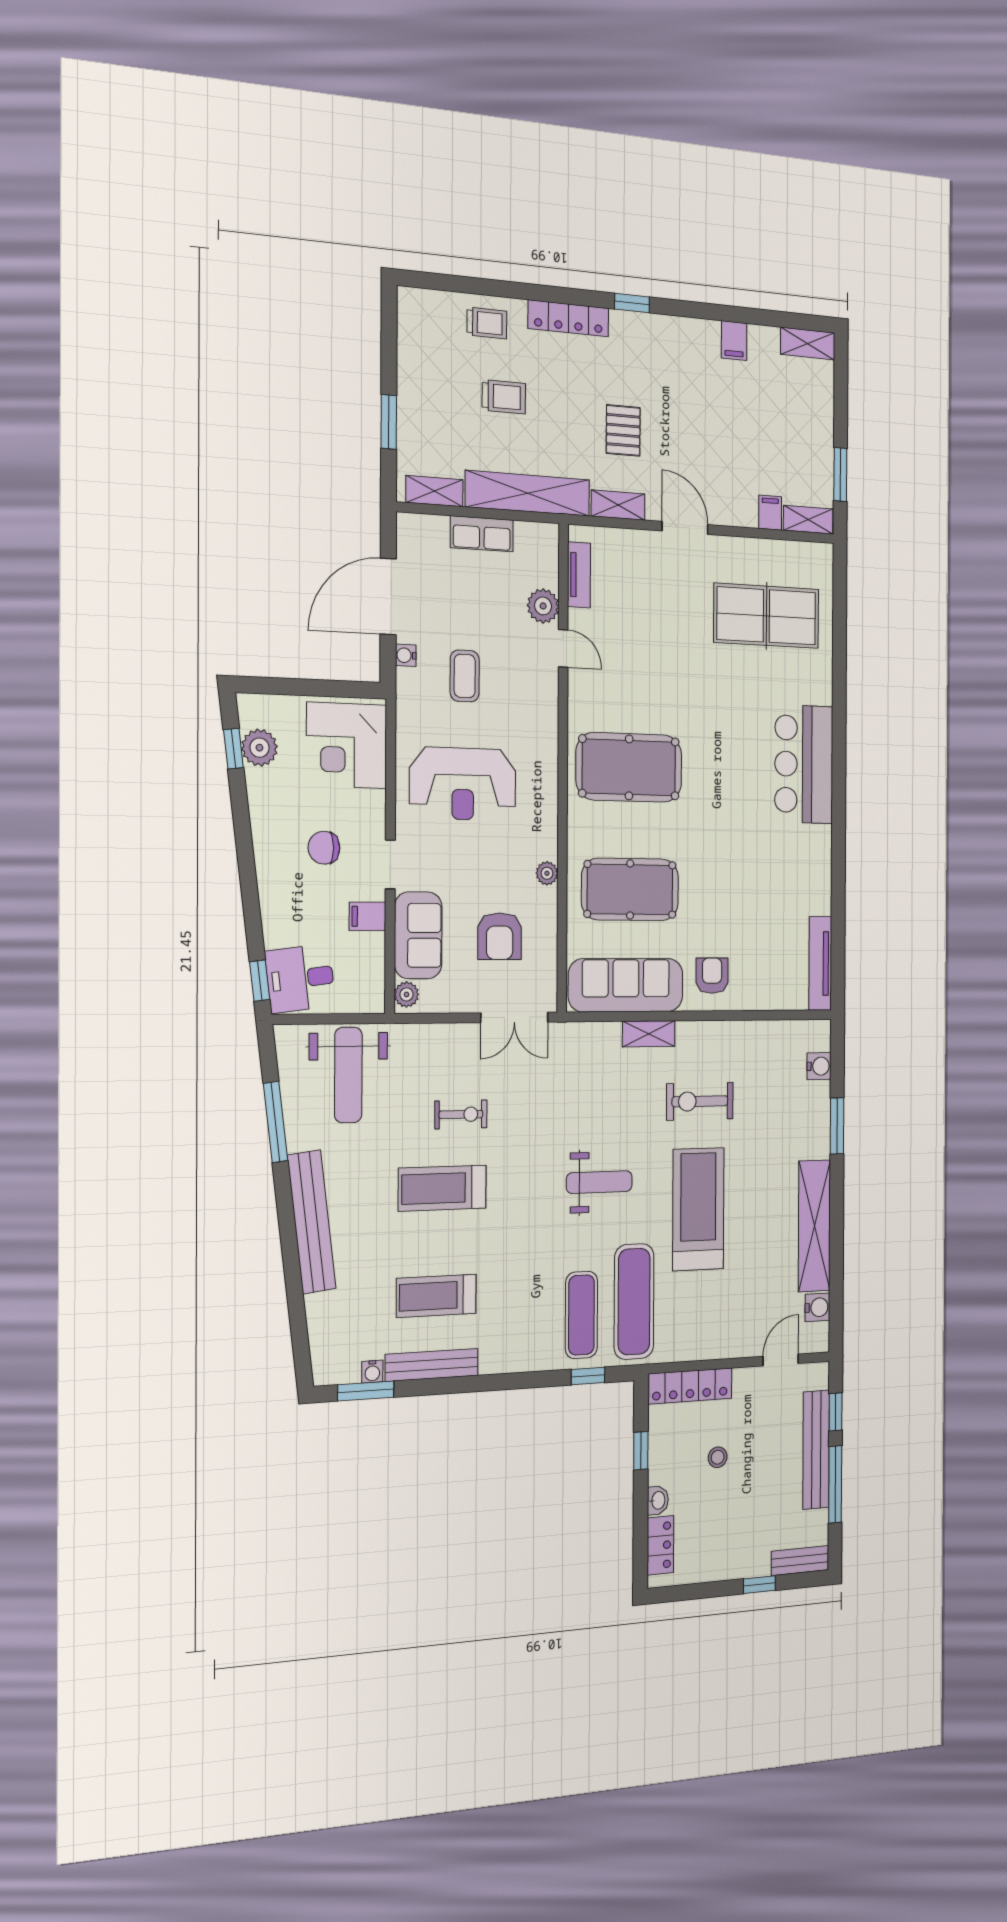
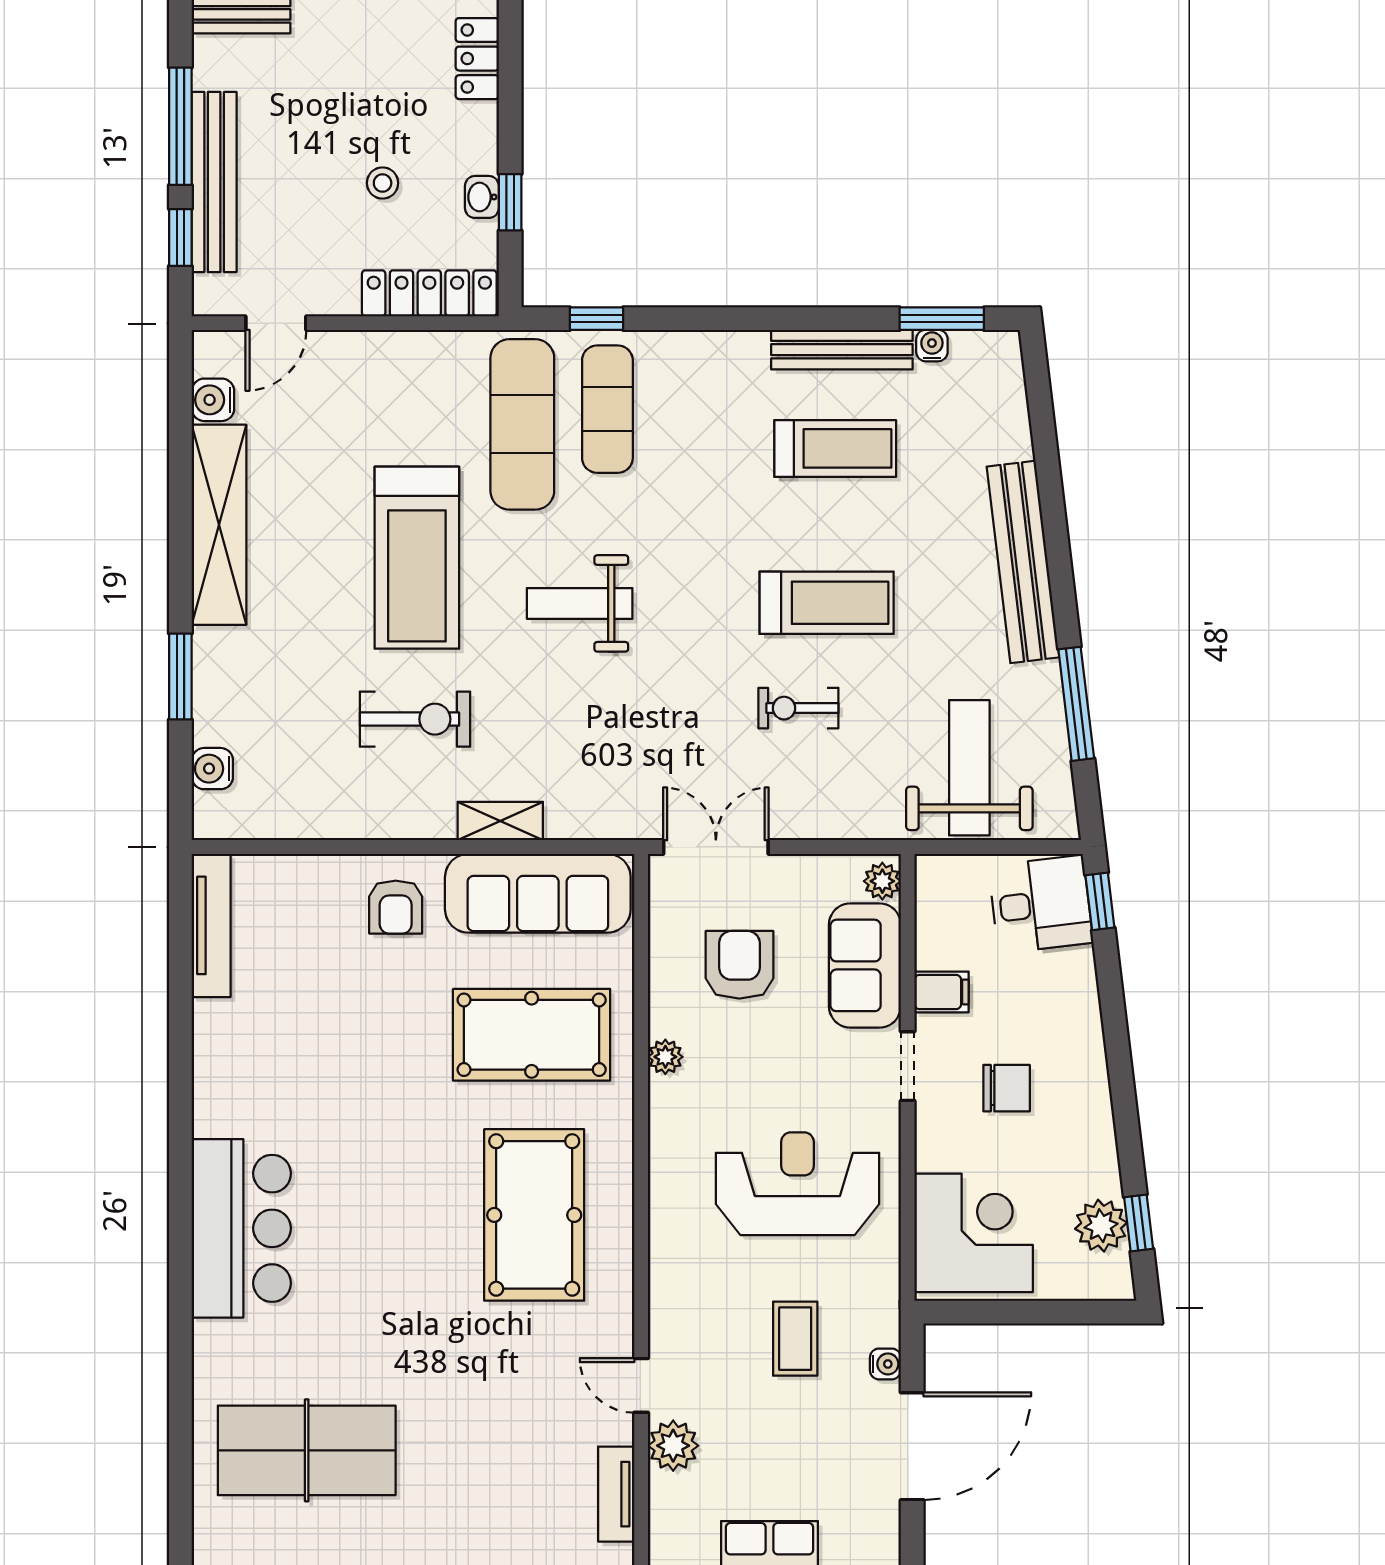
pool table: (629, 767) -> (534, 1215), turned 90
washbasin: (658, 1500) -> (482, 197), moved

